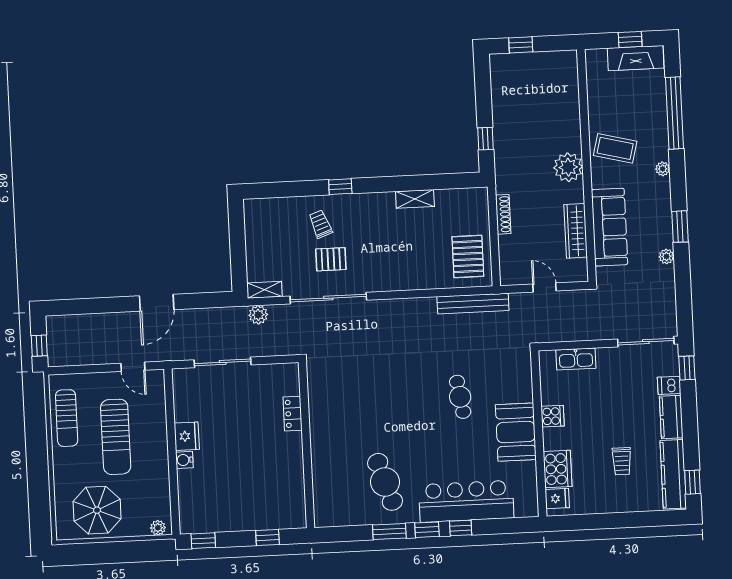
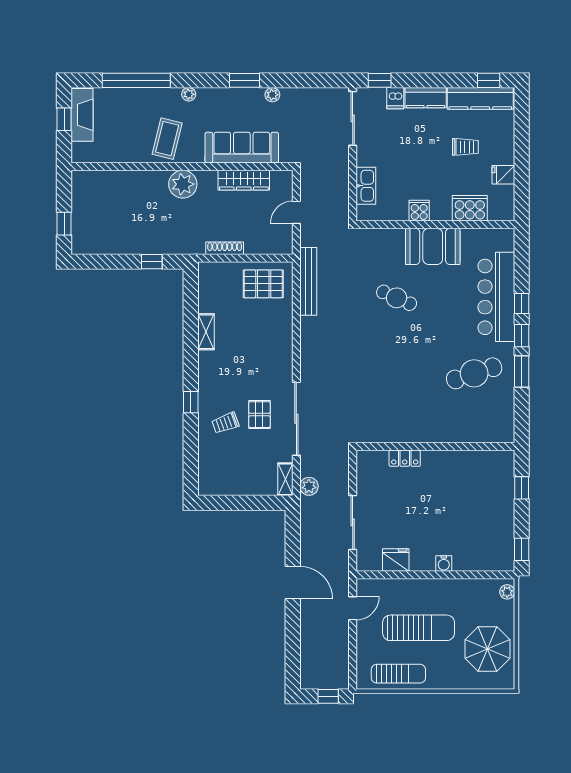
cafe table: (460, 397) -> (397, 298), turned 33
fridge: (187, 436) -> (396, 560), moved
fridge: (557, 499) -> (503, 175), moved, turned -90

